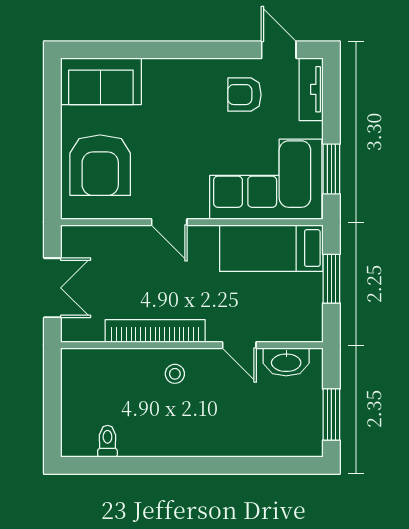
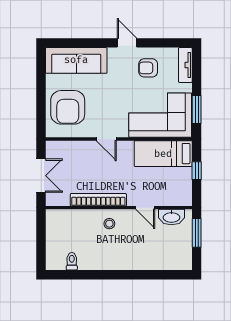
door: (279, 50) -> (127, 43), moved
sofa: (101, 81) -> (76, 60), width x1.36
window: (331, 279) -> (197, 171), width x0.67
window: (331, 415) -> (197, 233), moved

